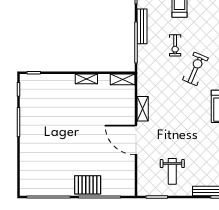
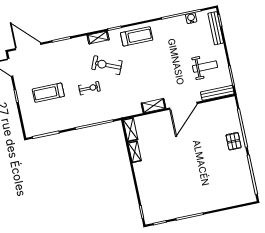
bench: (142, 26) -> (217, 93), moved
shelving: (86, 79) -> (135, 152), moved
pallet: (88, 185) -> (234, 141), width x0.67, depth x0.71

